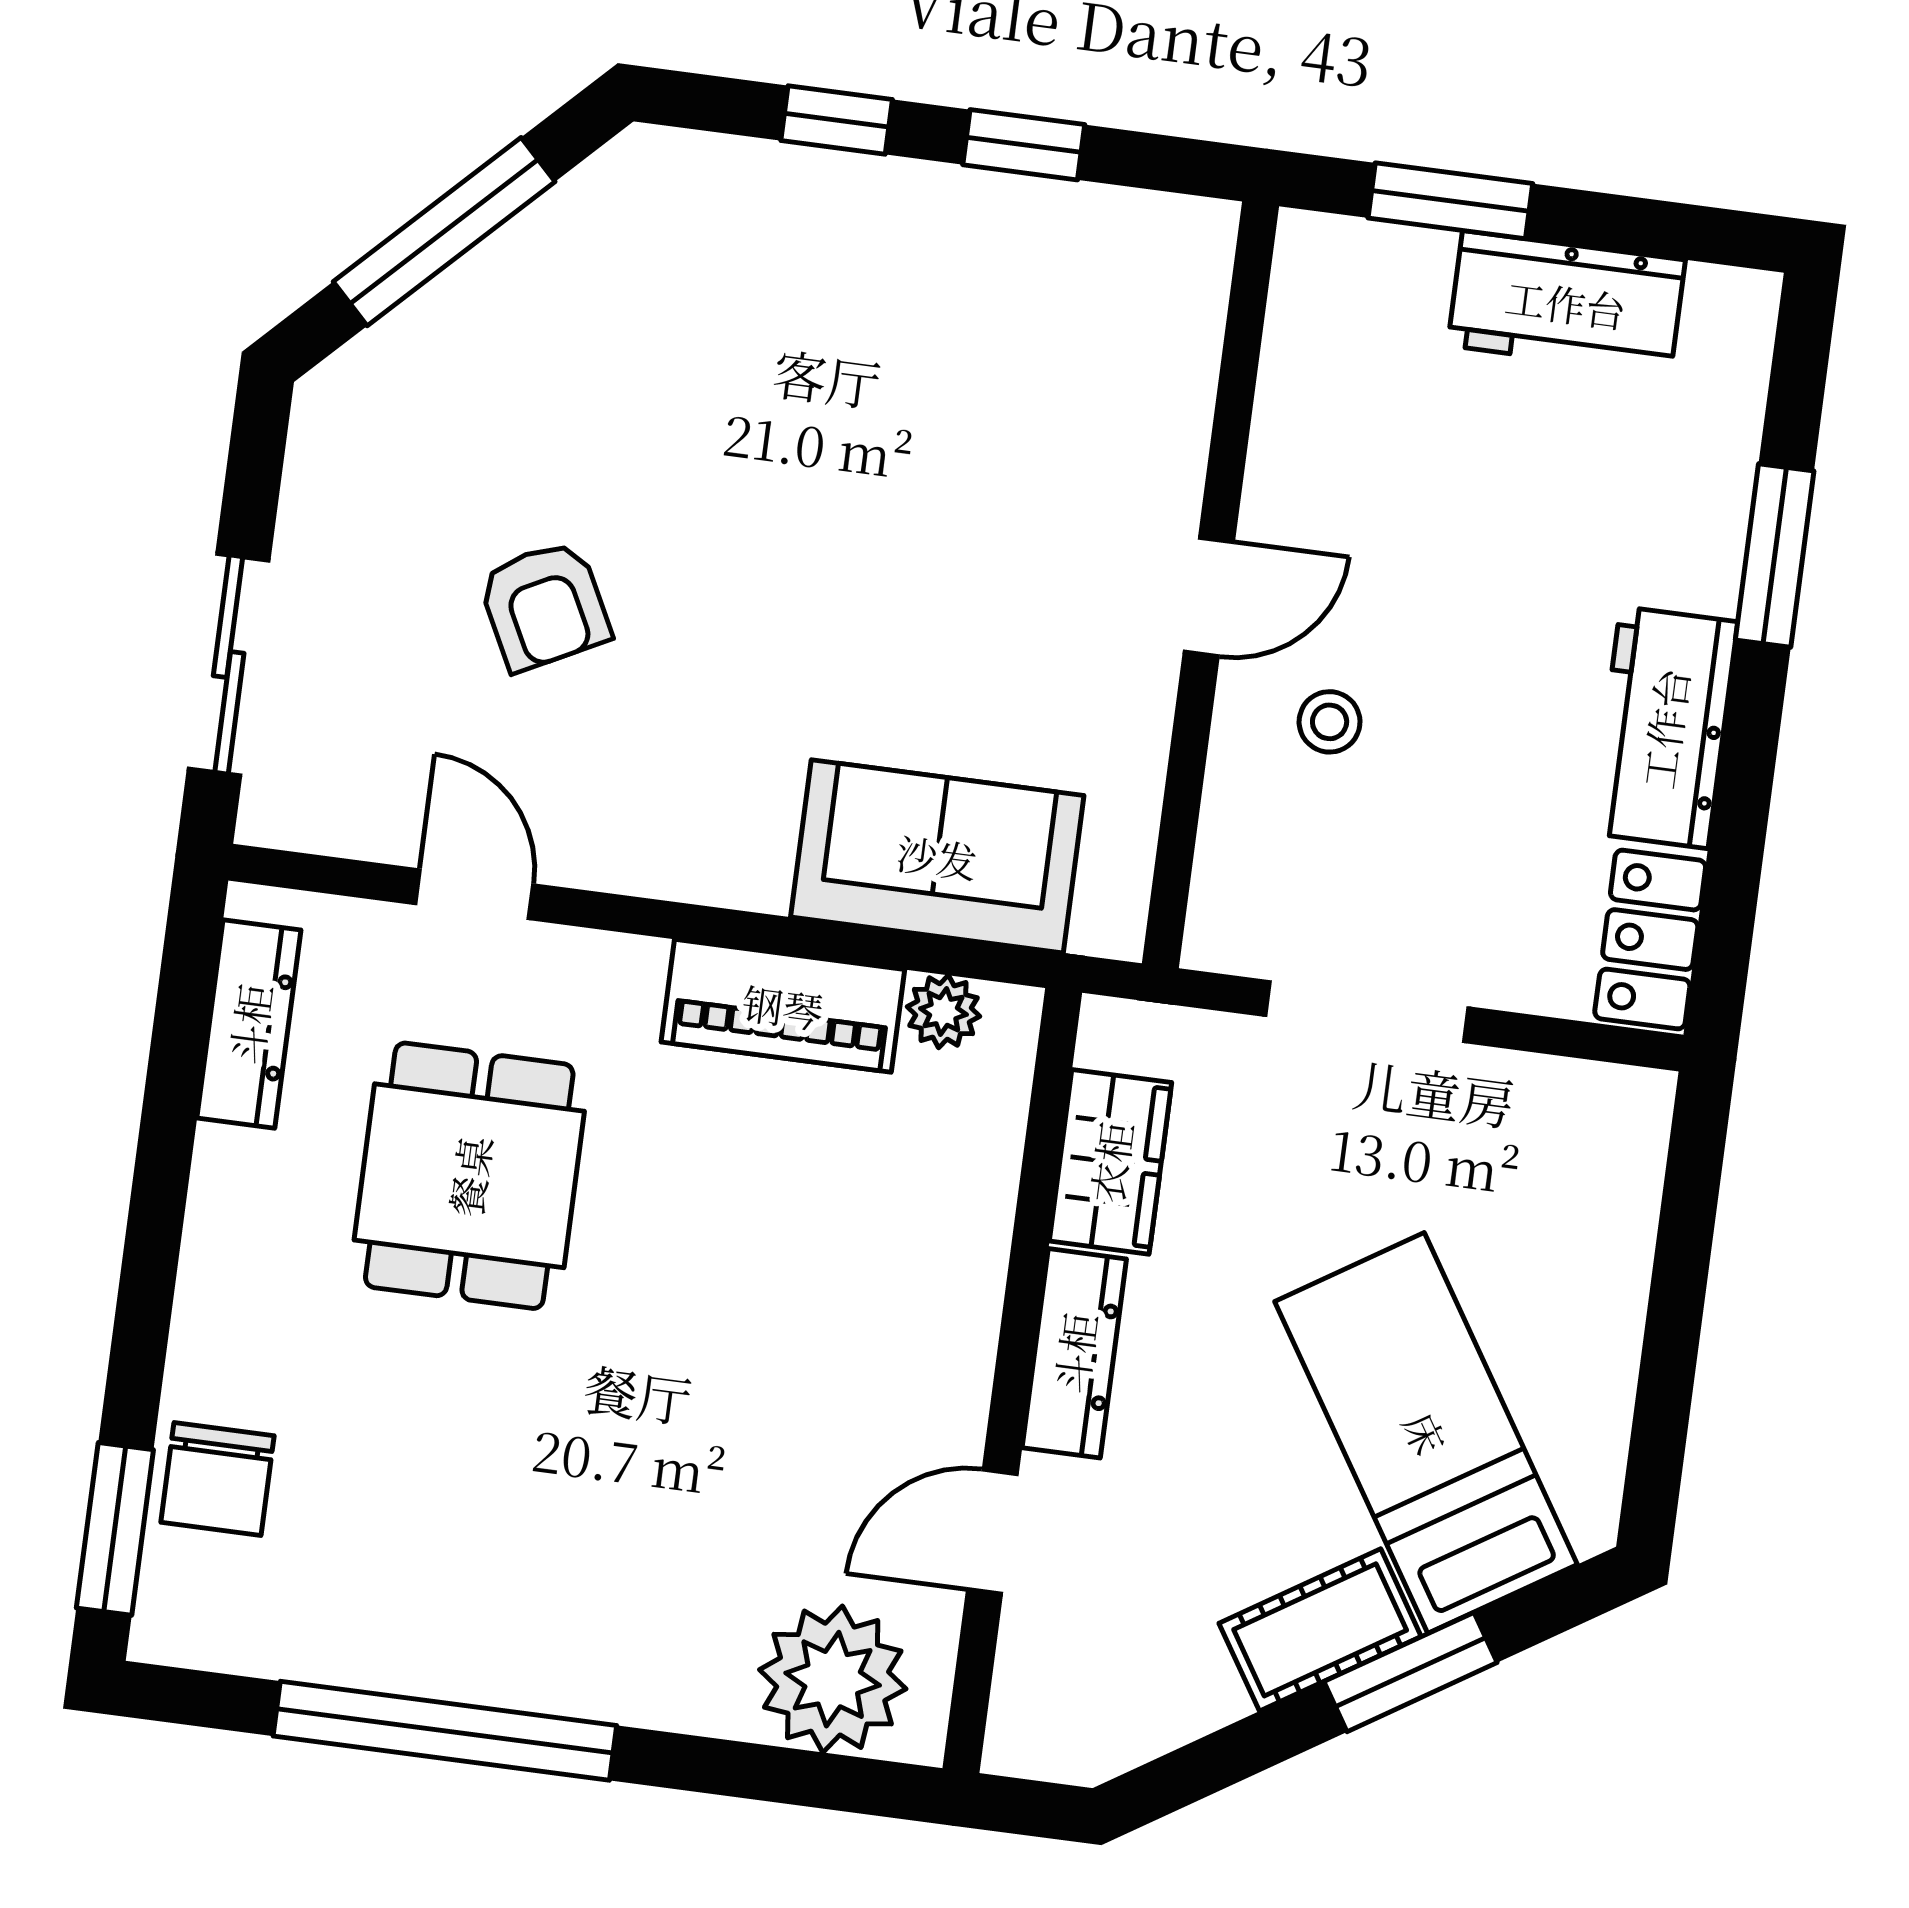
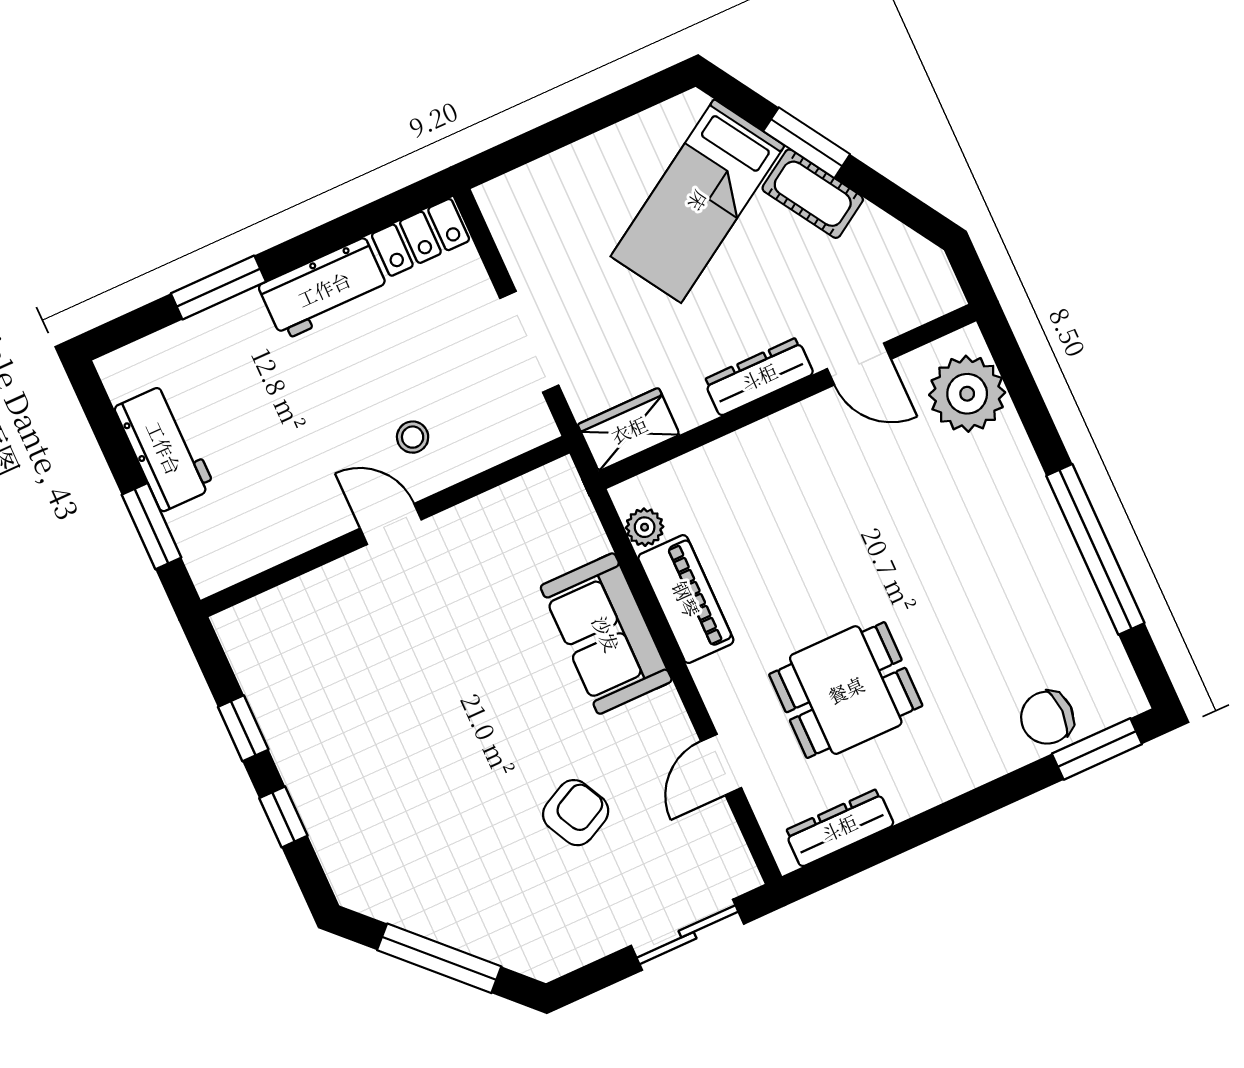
sofa: (937, 856) -> (606, 634), moved
wardrobe: (1110, 1162) -> (629, 430), moved
chair: (217, 1479) -> (1047, 718), turned 180

